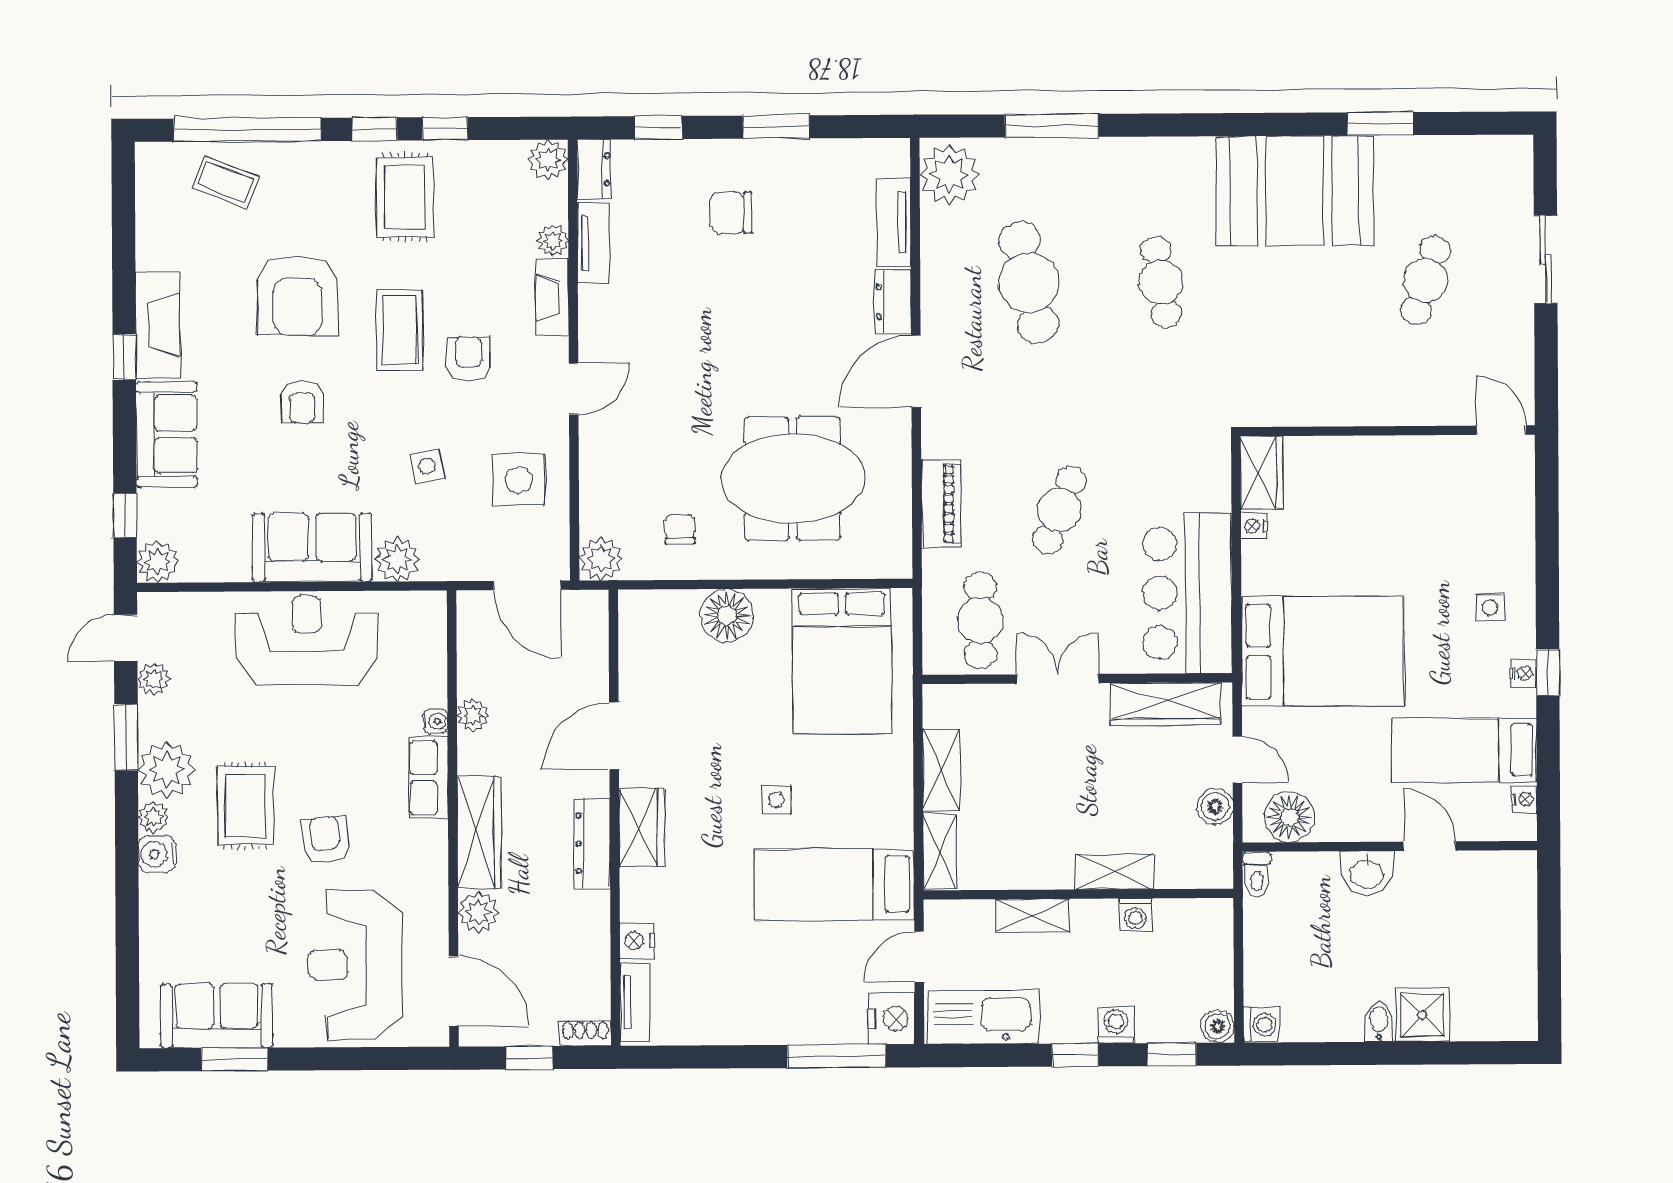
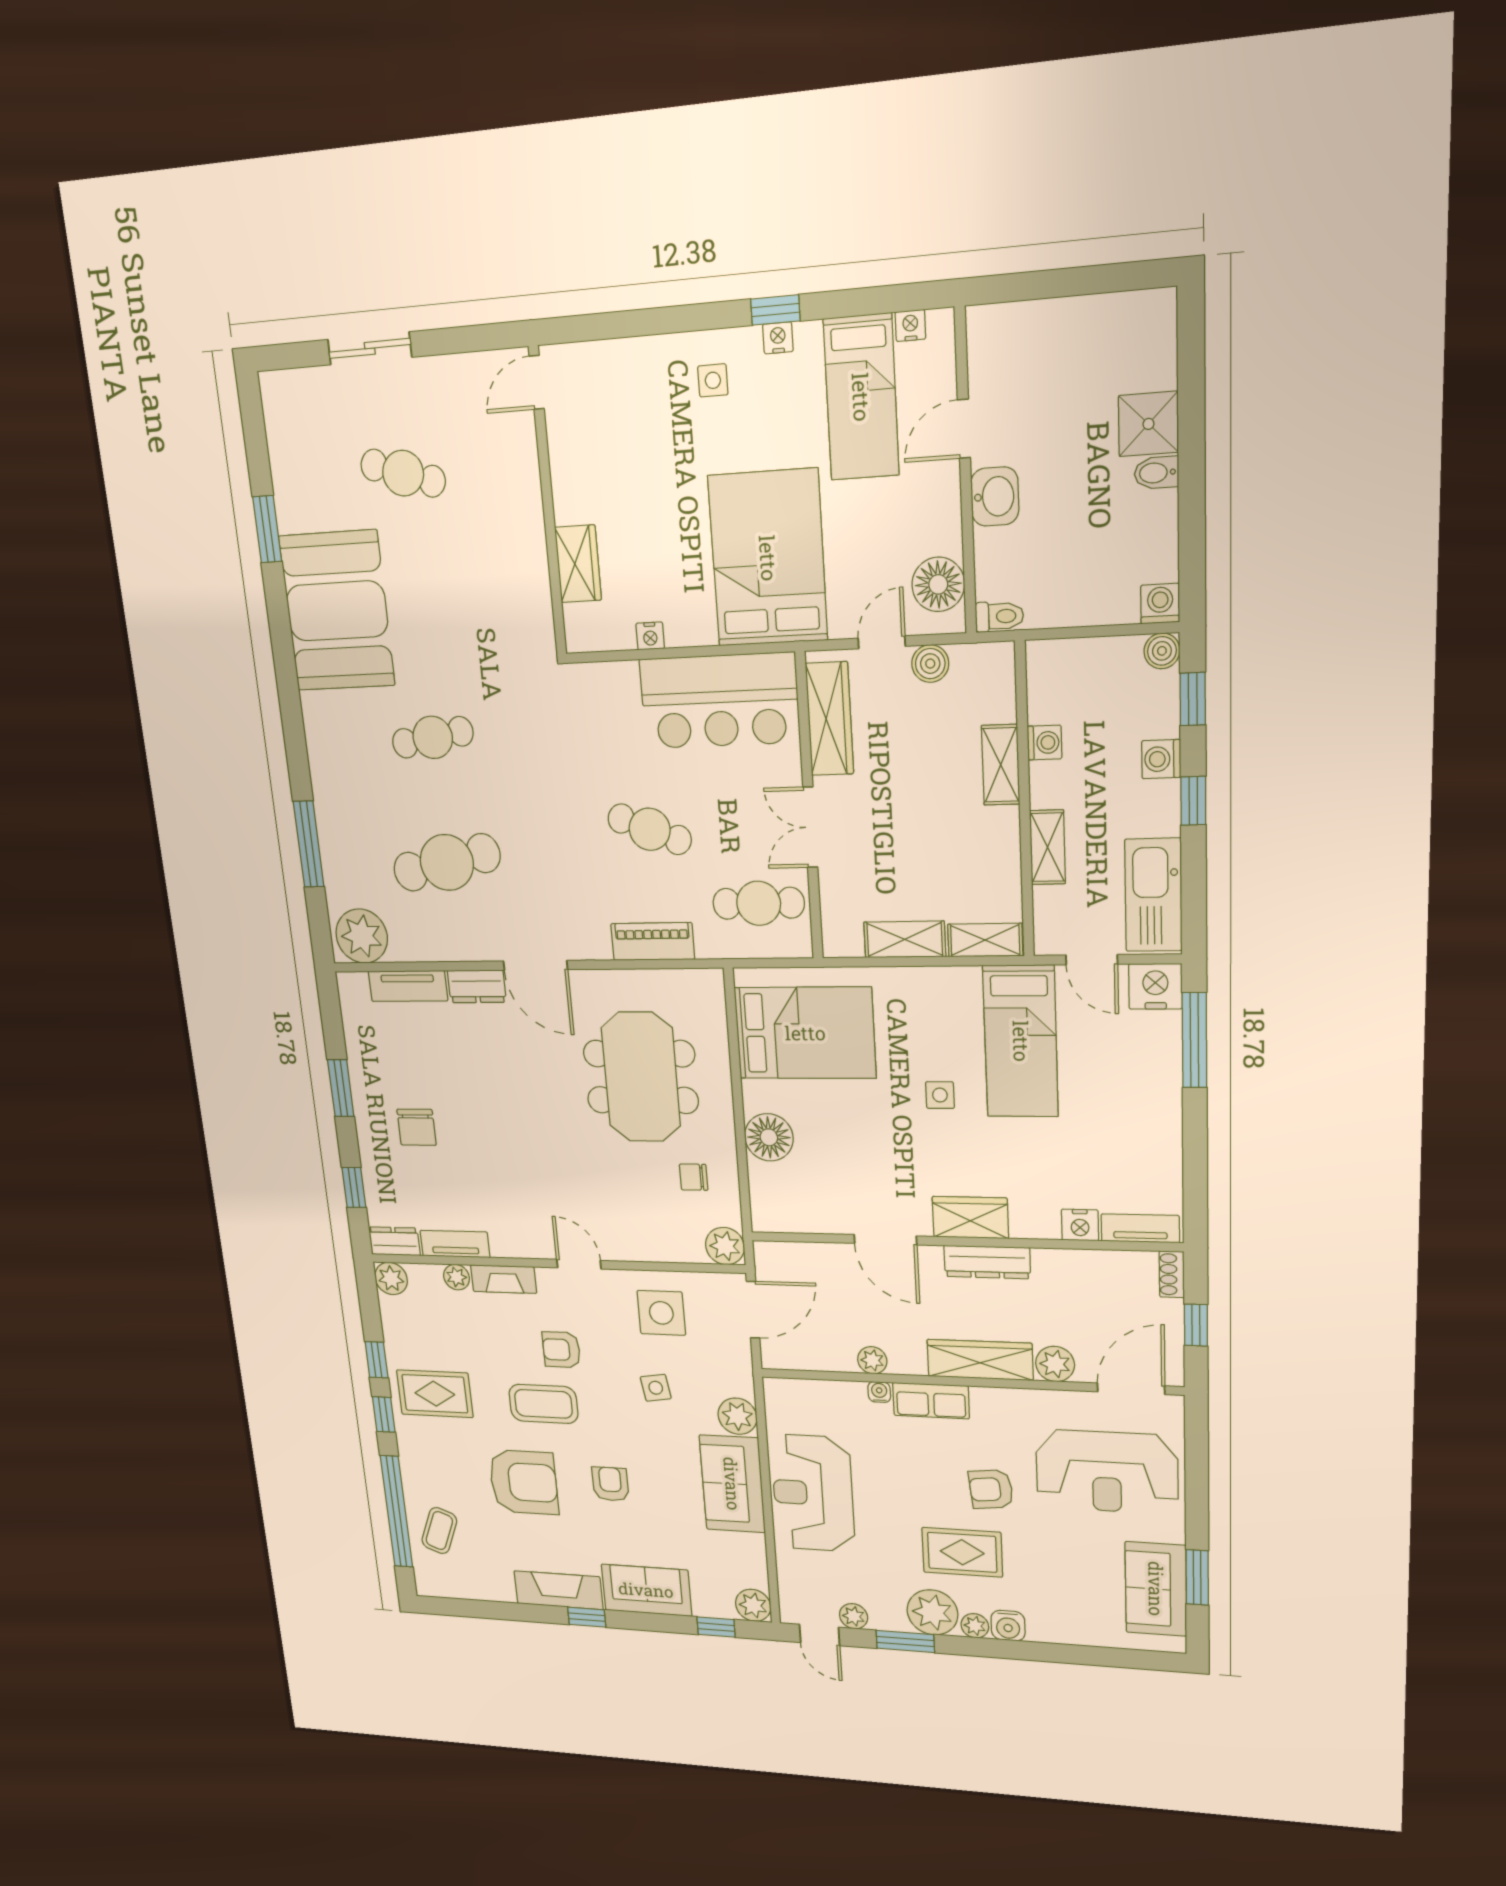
armchair: (302, 402) -> (610, 1484), turned -90
wardrobe: (1262, 473) -> (578, 564), moved, turned 90

